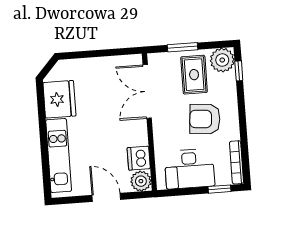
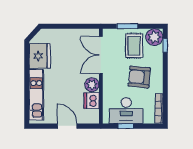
plant: (141, 181) -> (92, 85), moved
window: (219, 189) -> (126, 126), moved

